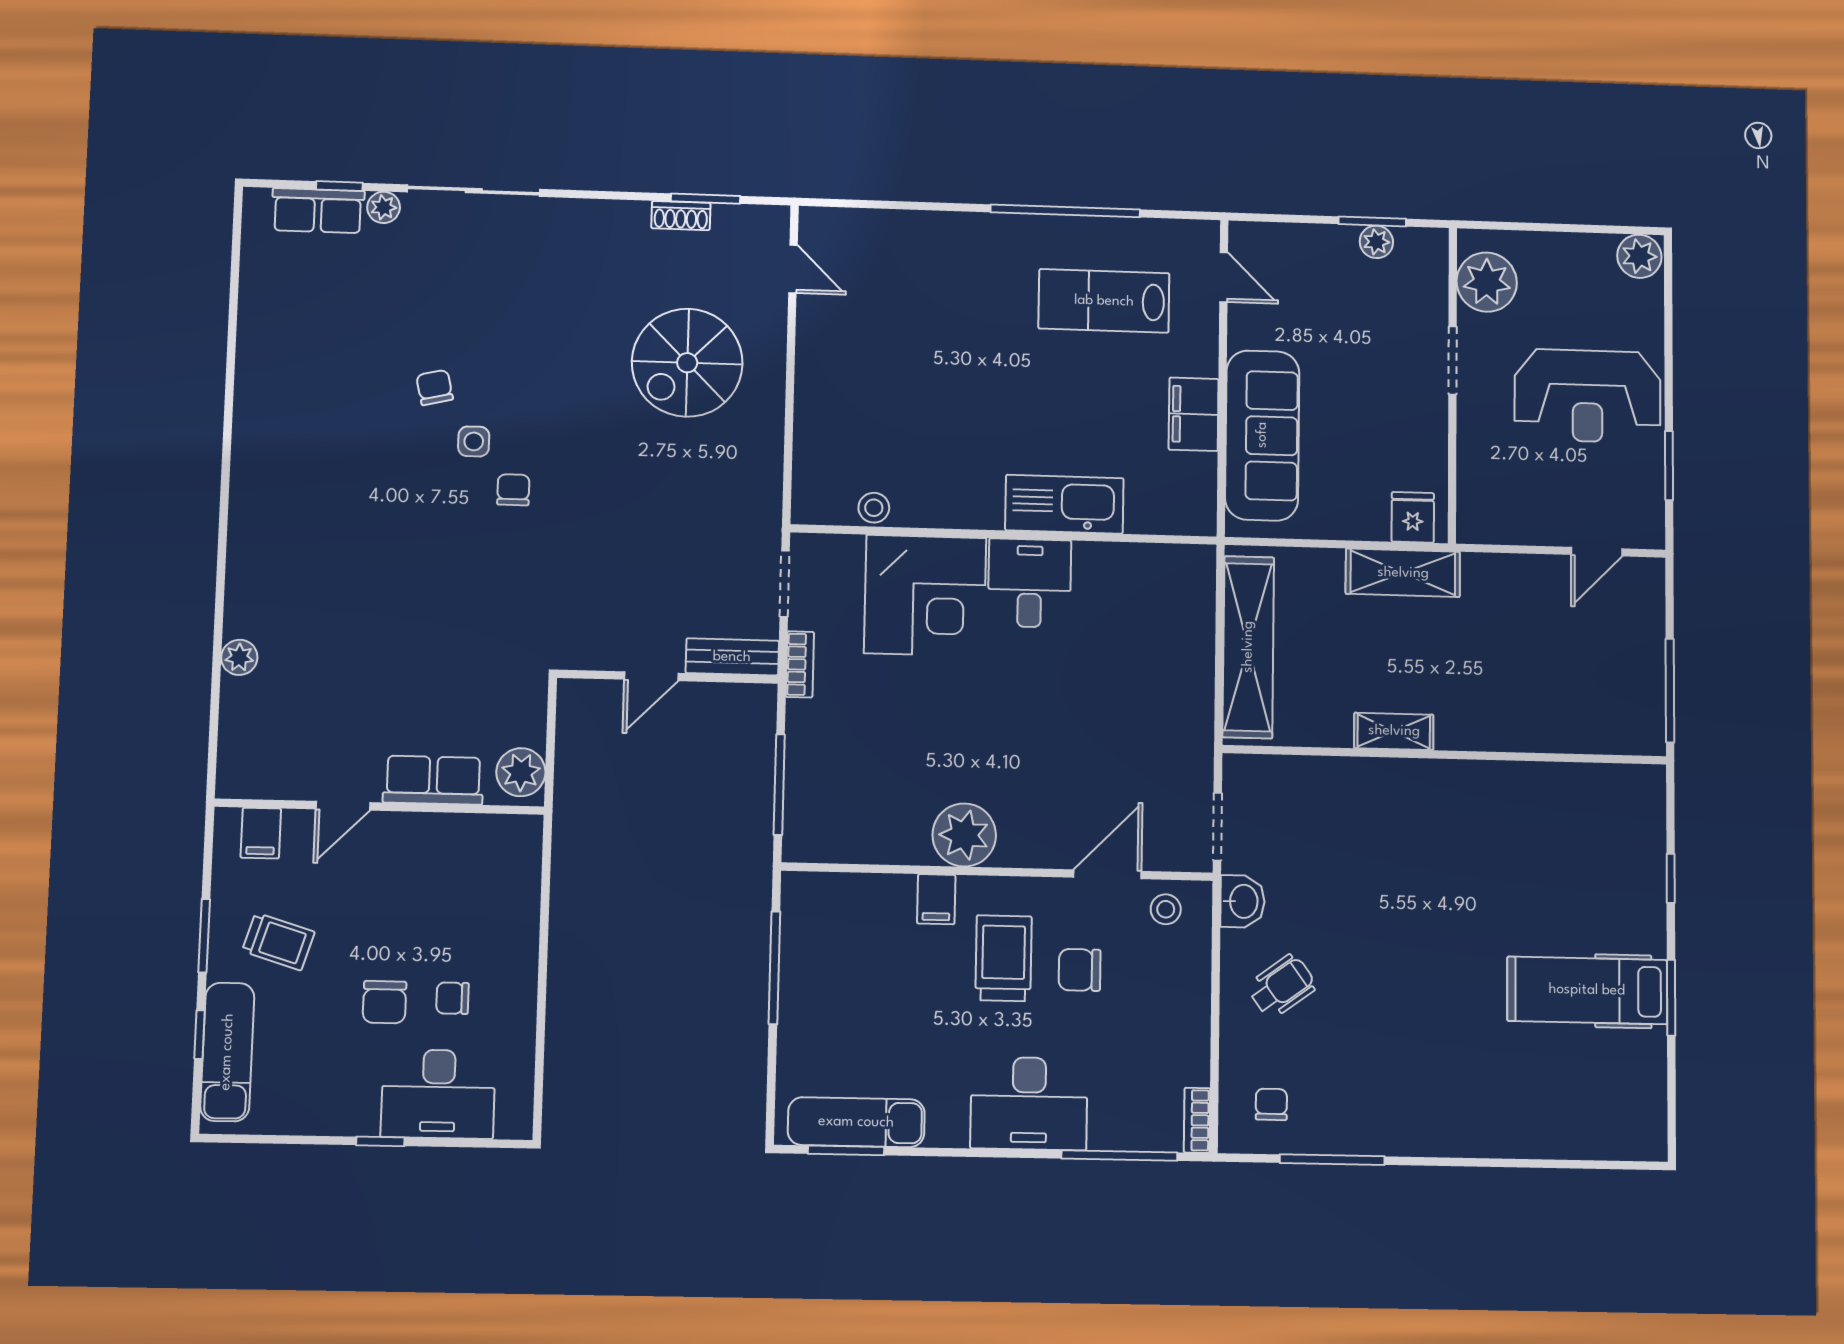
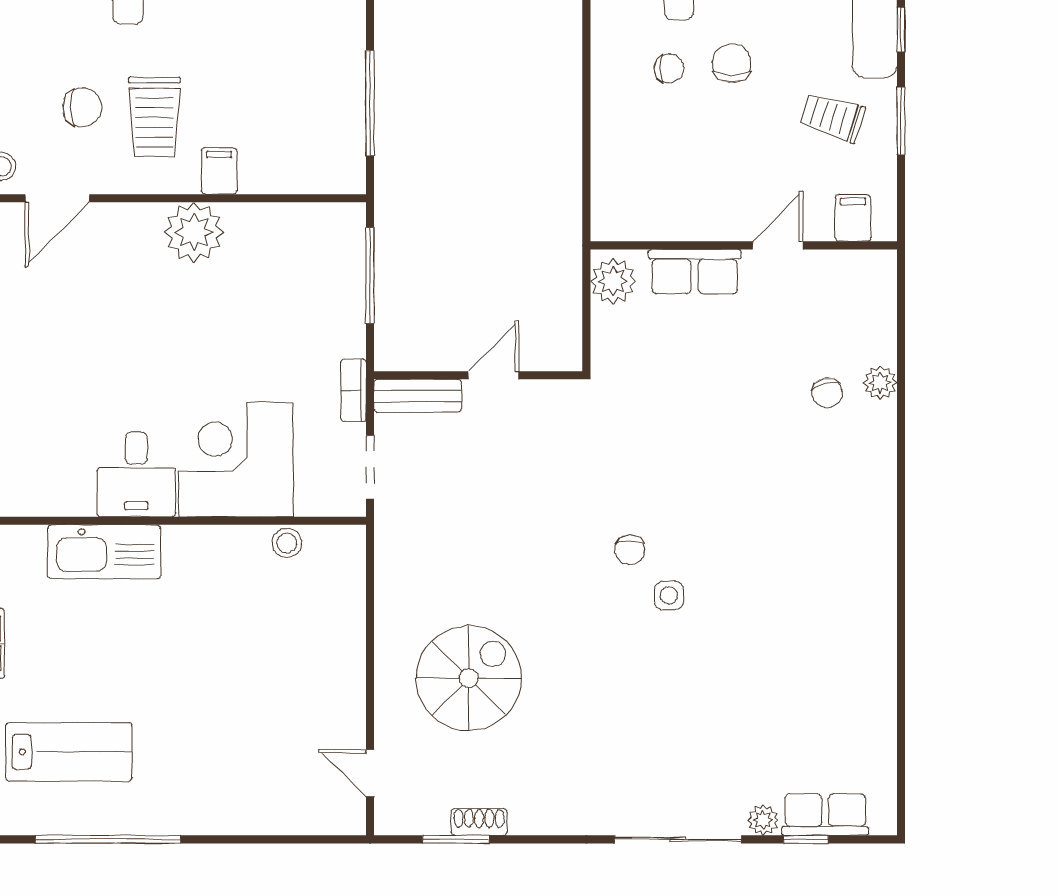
chair: (435, 387) -> (827, 393), moved

